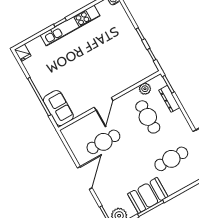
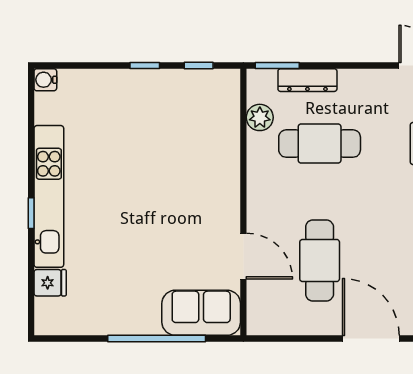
fridge: (23, 53) -> (50, 283), moved
door: (104, 104) -> (243, 256), moved

